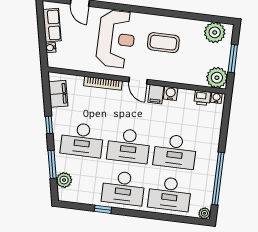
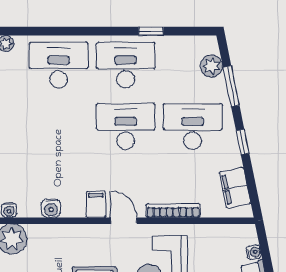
water cooler: (171, 93) -> (51, 208), moved
printer: (202, 98) -> (29, 207), removed
desk: (175, 151) -> (59, 126), removed

